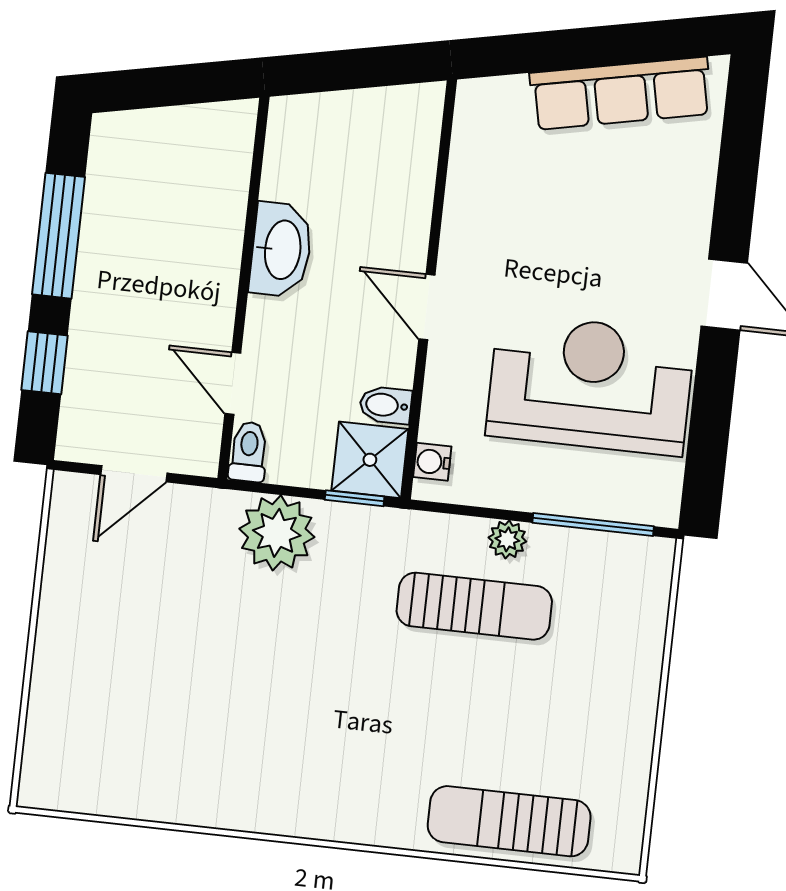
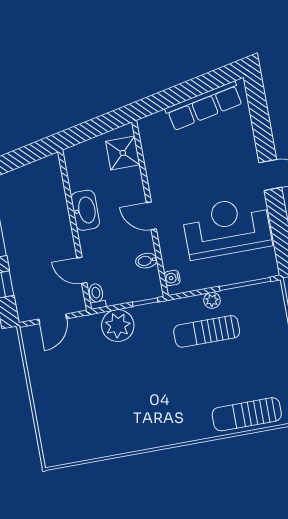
shower: (370, 460) -> (123, 153), moved
sun lounger: (474, 606) -> (207, 331), turned 180

